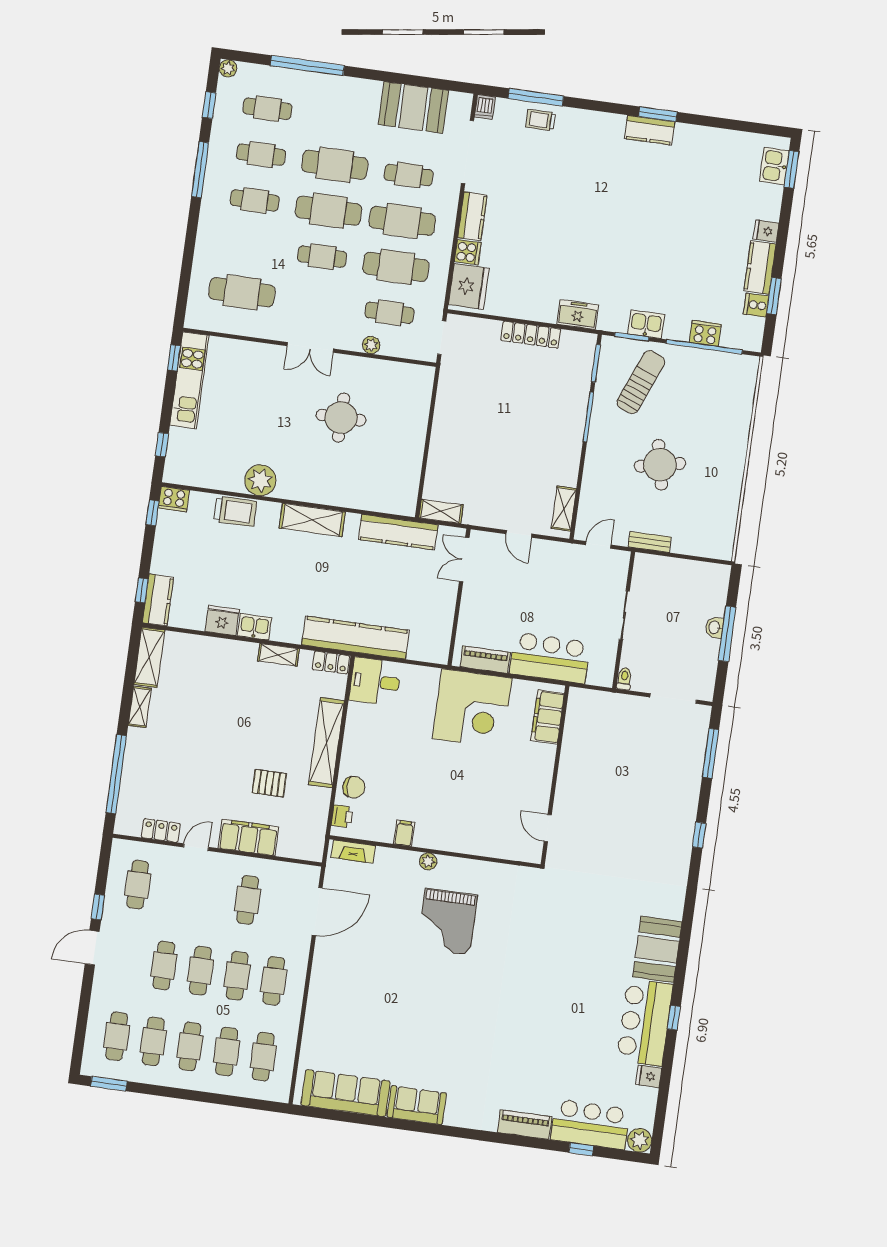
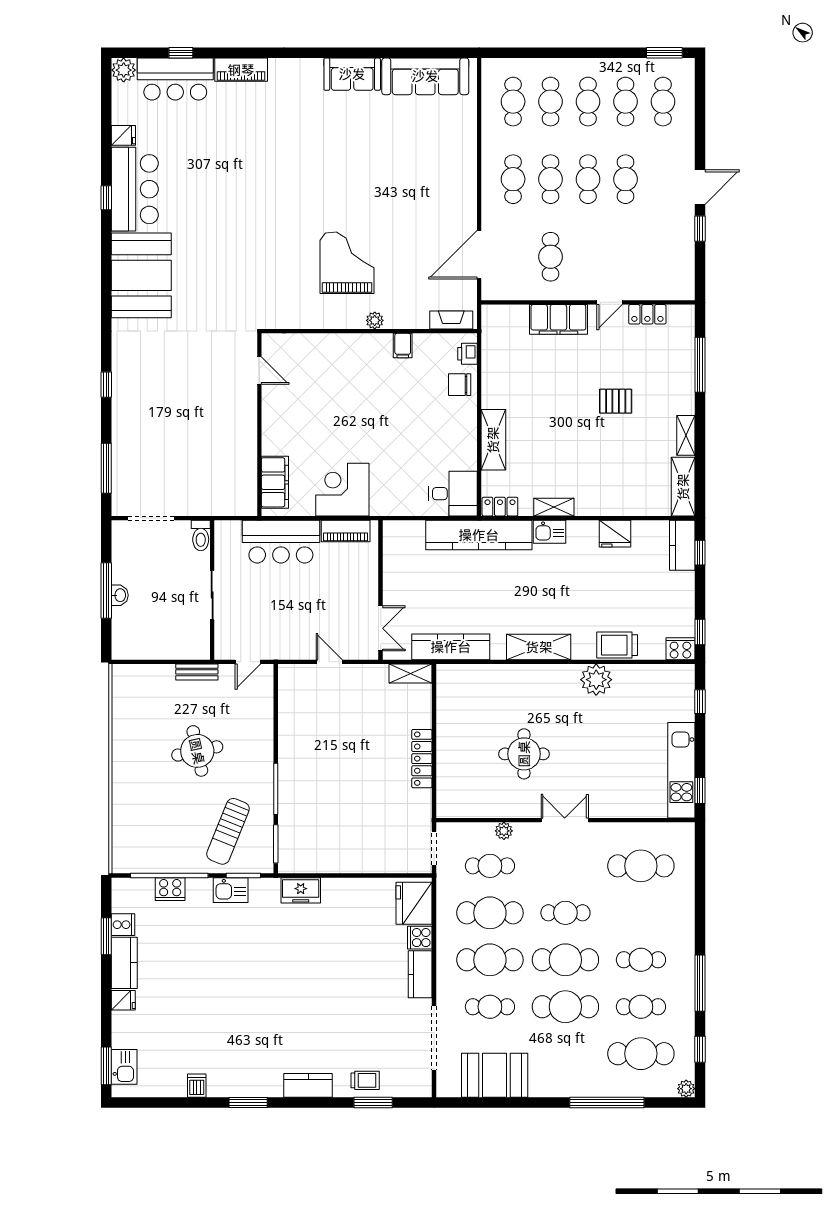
window: (536, 97) -> (373, 1103), width x0.69
dishwasher: (485, 107) -> (197, 1086), moved
cafe table: (267, 109) -> (641, 1054), width x1.37, depth x1.35
kitchen counter: (650, 130) -> (308, 1085), moved
locker: (531, 335) -> (422, 759), moved, turned -90
shelving: (564, 509) -> (288, 694), removed
kitchen sink: (255, 627) -> (550, 532), moved
toilet: (624, 679) -> (201, 535), width x1.37, depth x1.39
corner desk: (472, 708) -> (342, 490), width x0.74, depth x0.74
shelving: (326, 743) -> (493, 440), width x0.68
window: (116, 774) -> (700, 365), width x0.68
pallet: (269, 783) -> (616, 401), moved
cafe table: (138, 885) -> (663, 257), removed
booth: (657, 949) -> (141, 275), width x1.36, depth x1.42

